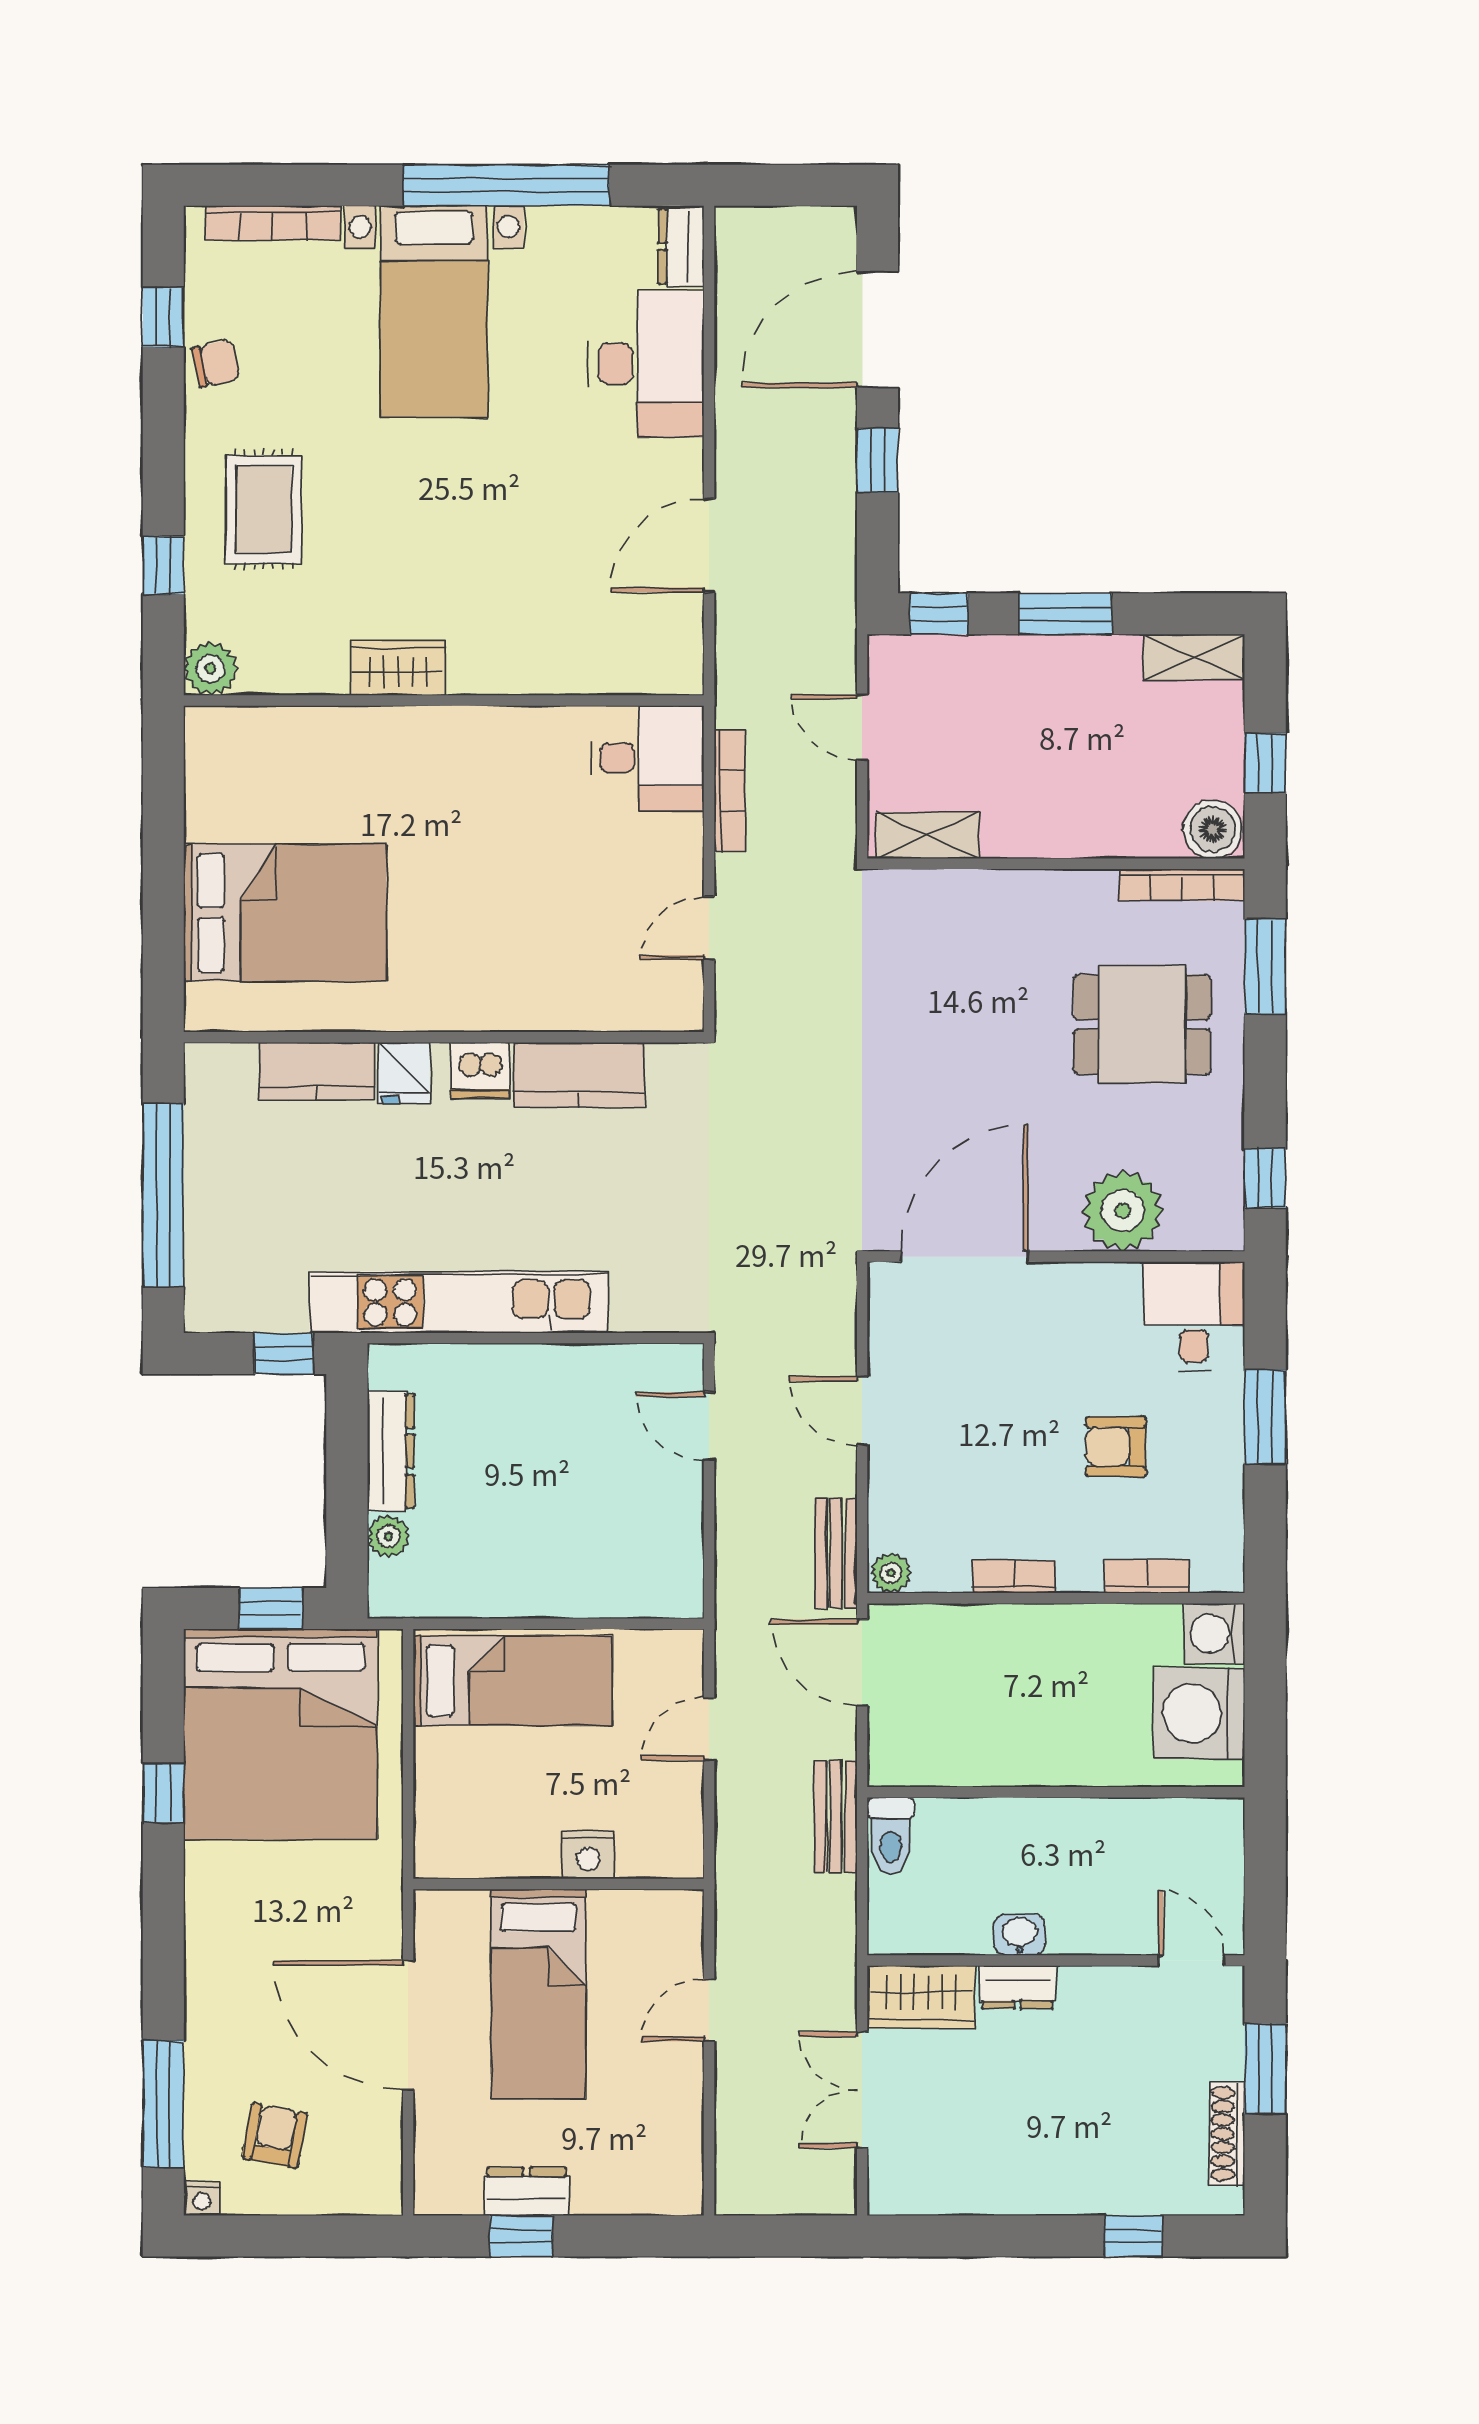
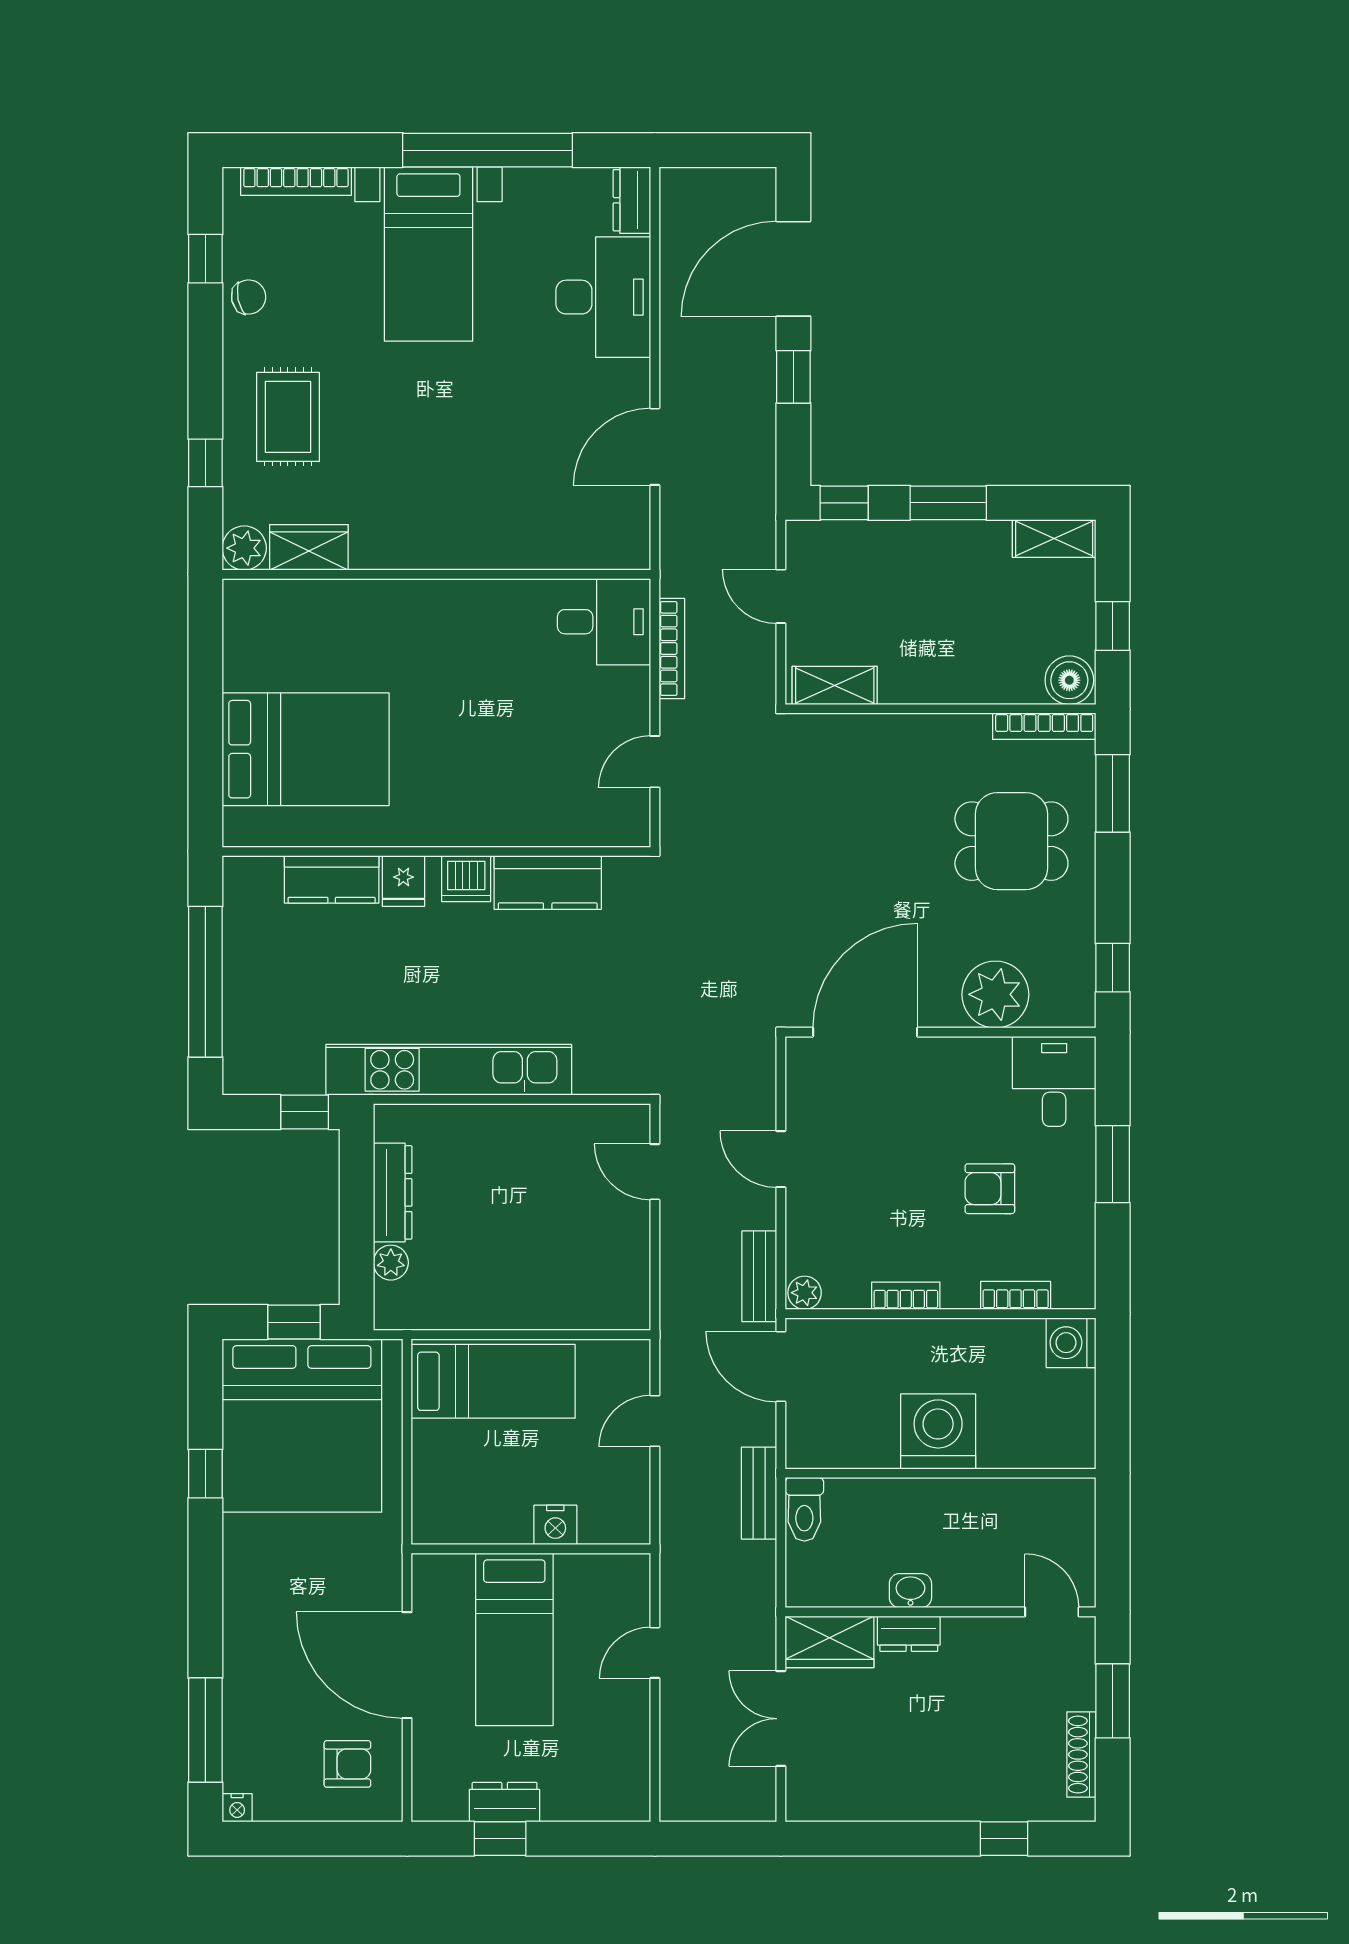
wardrobe: (398, 668) -> (309, 547), moved
washing machine: (1199, 1713) -> (938, 1431), moved, turned 90
armchair: (275, 2136) -> (347, 1764), moved, turned 79

